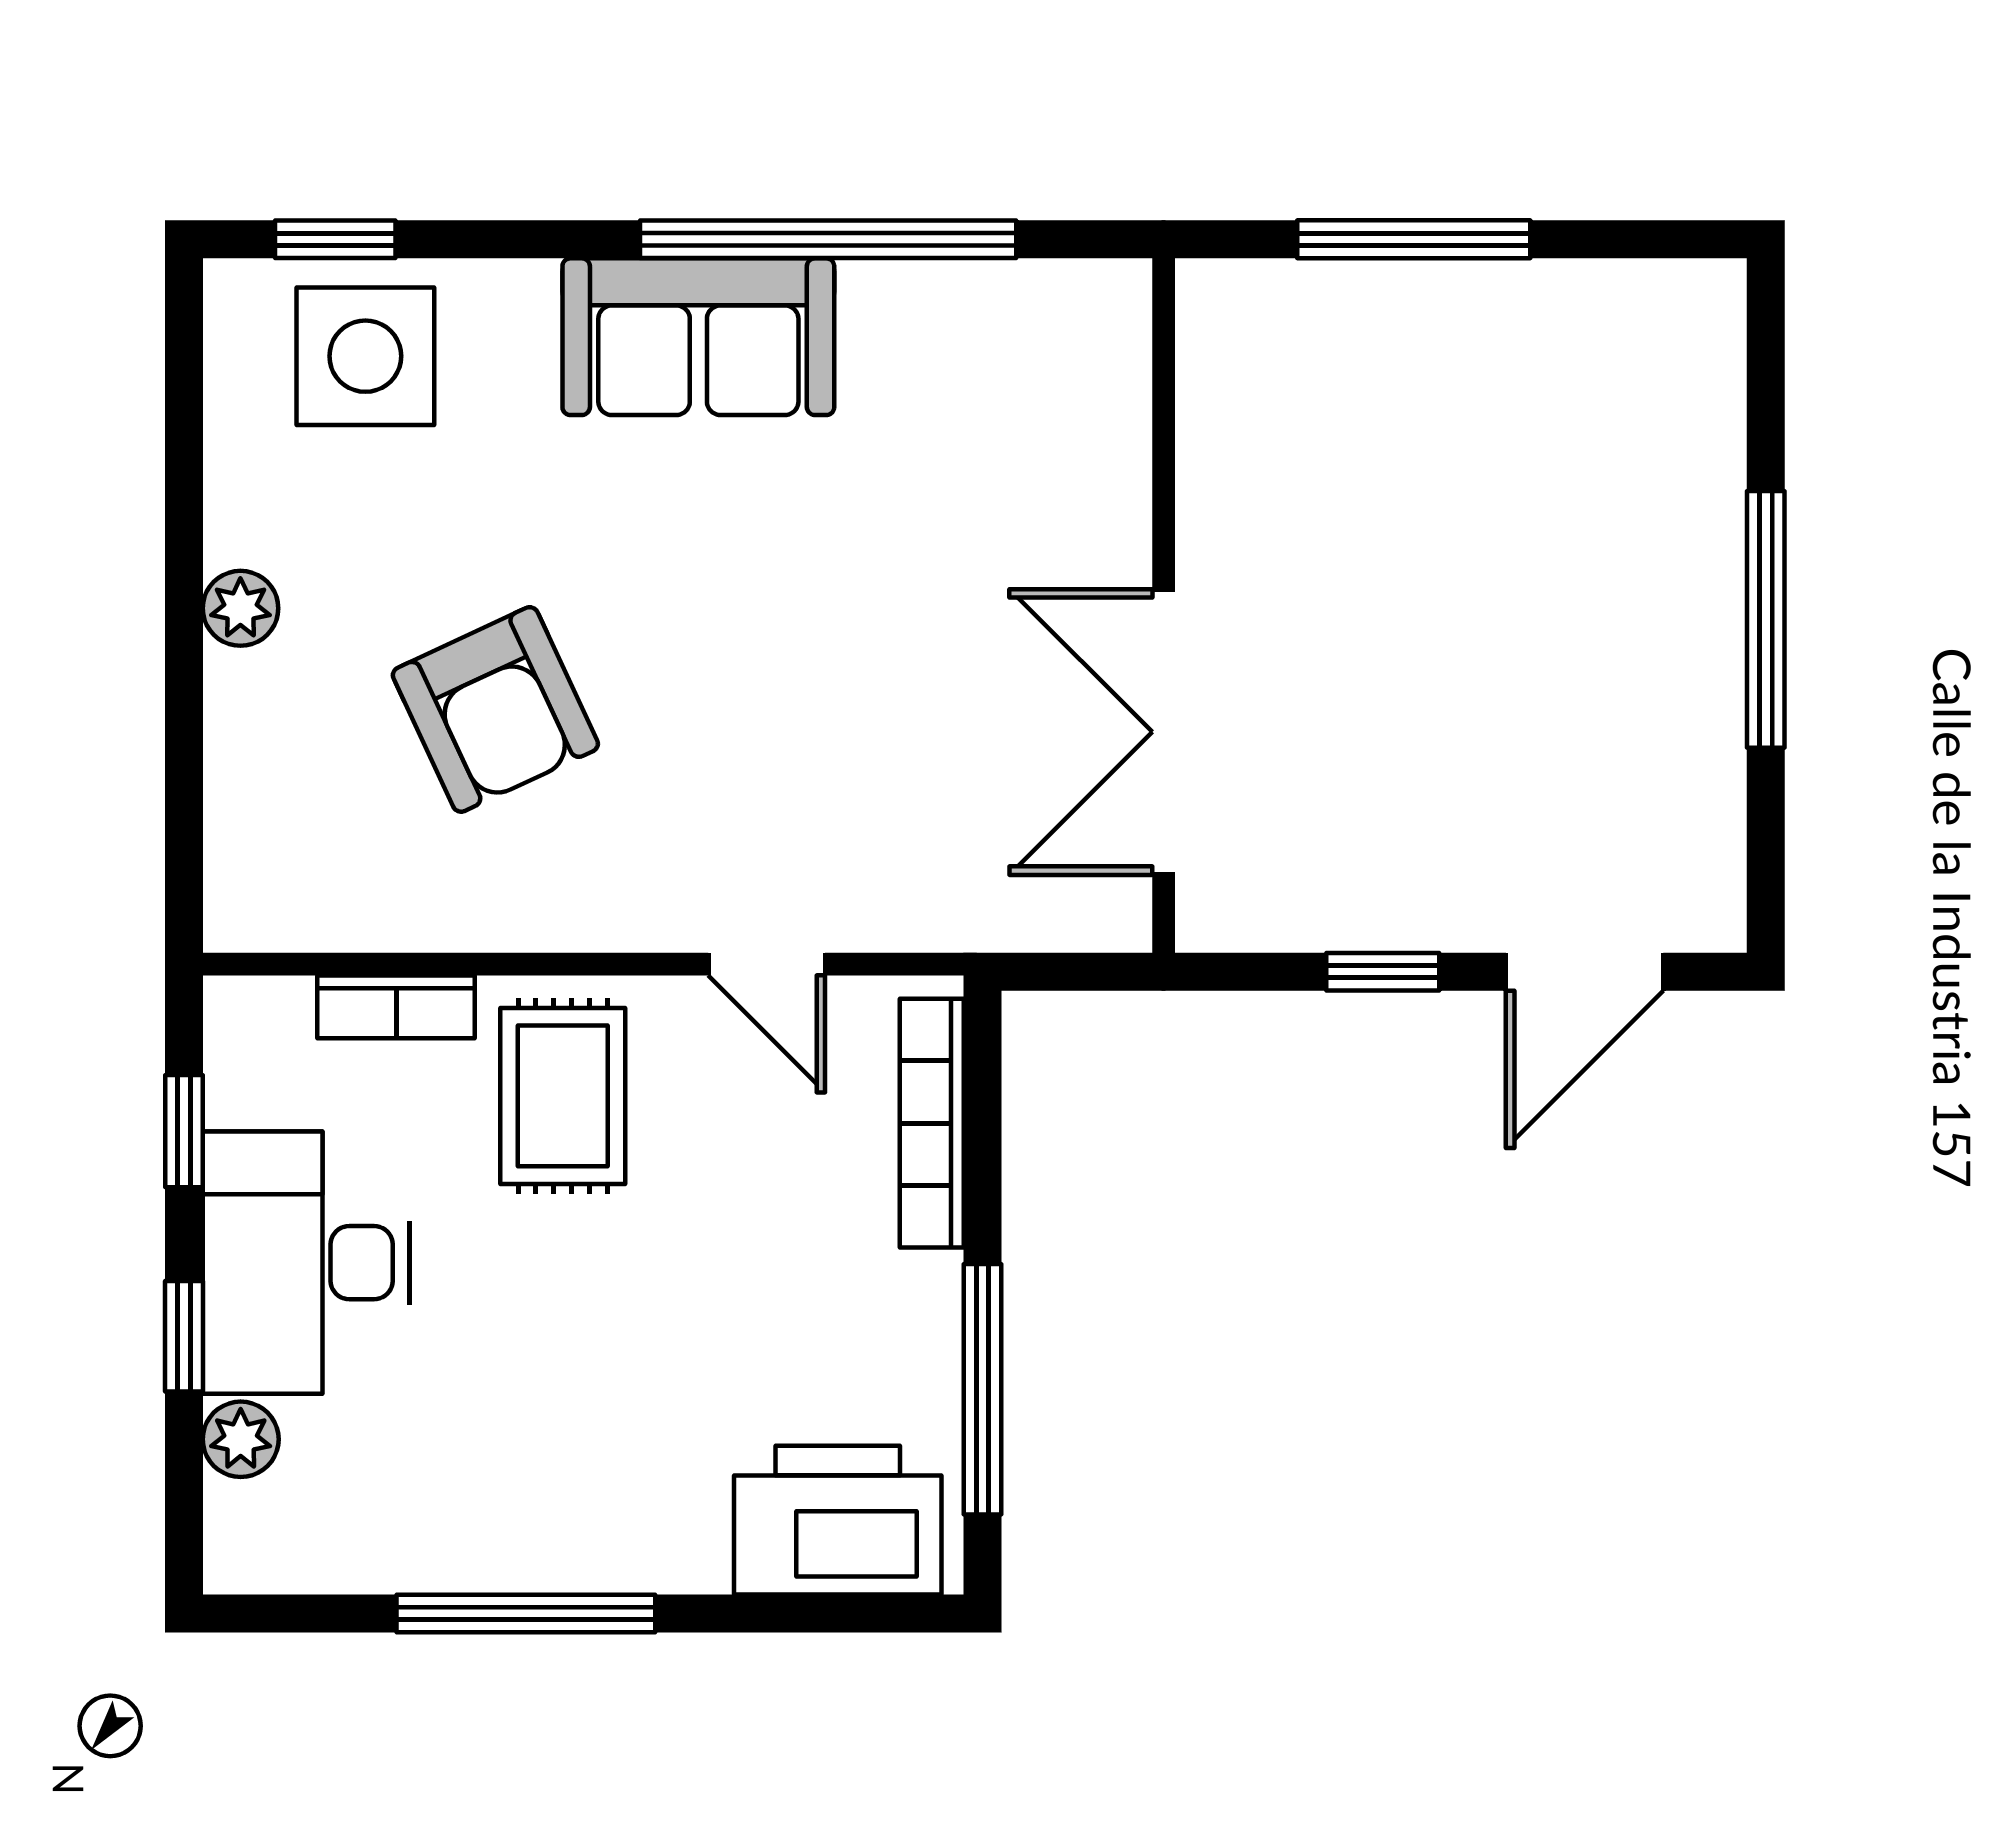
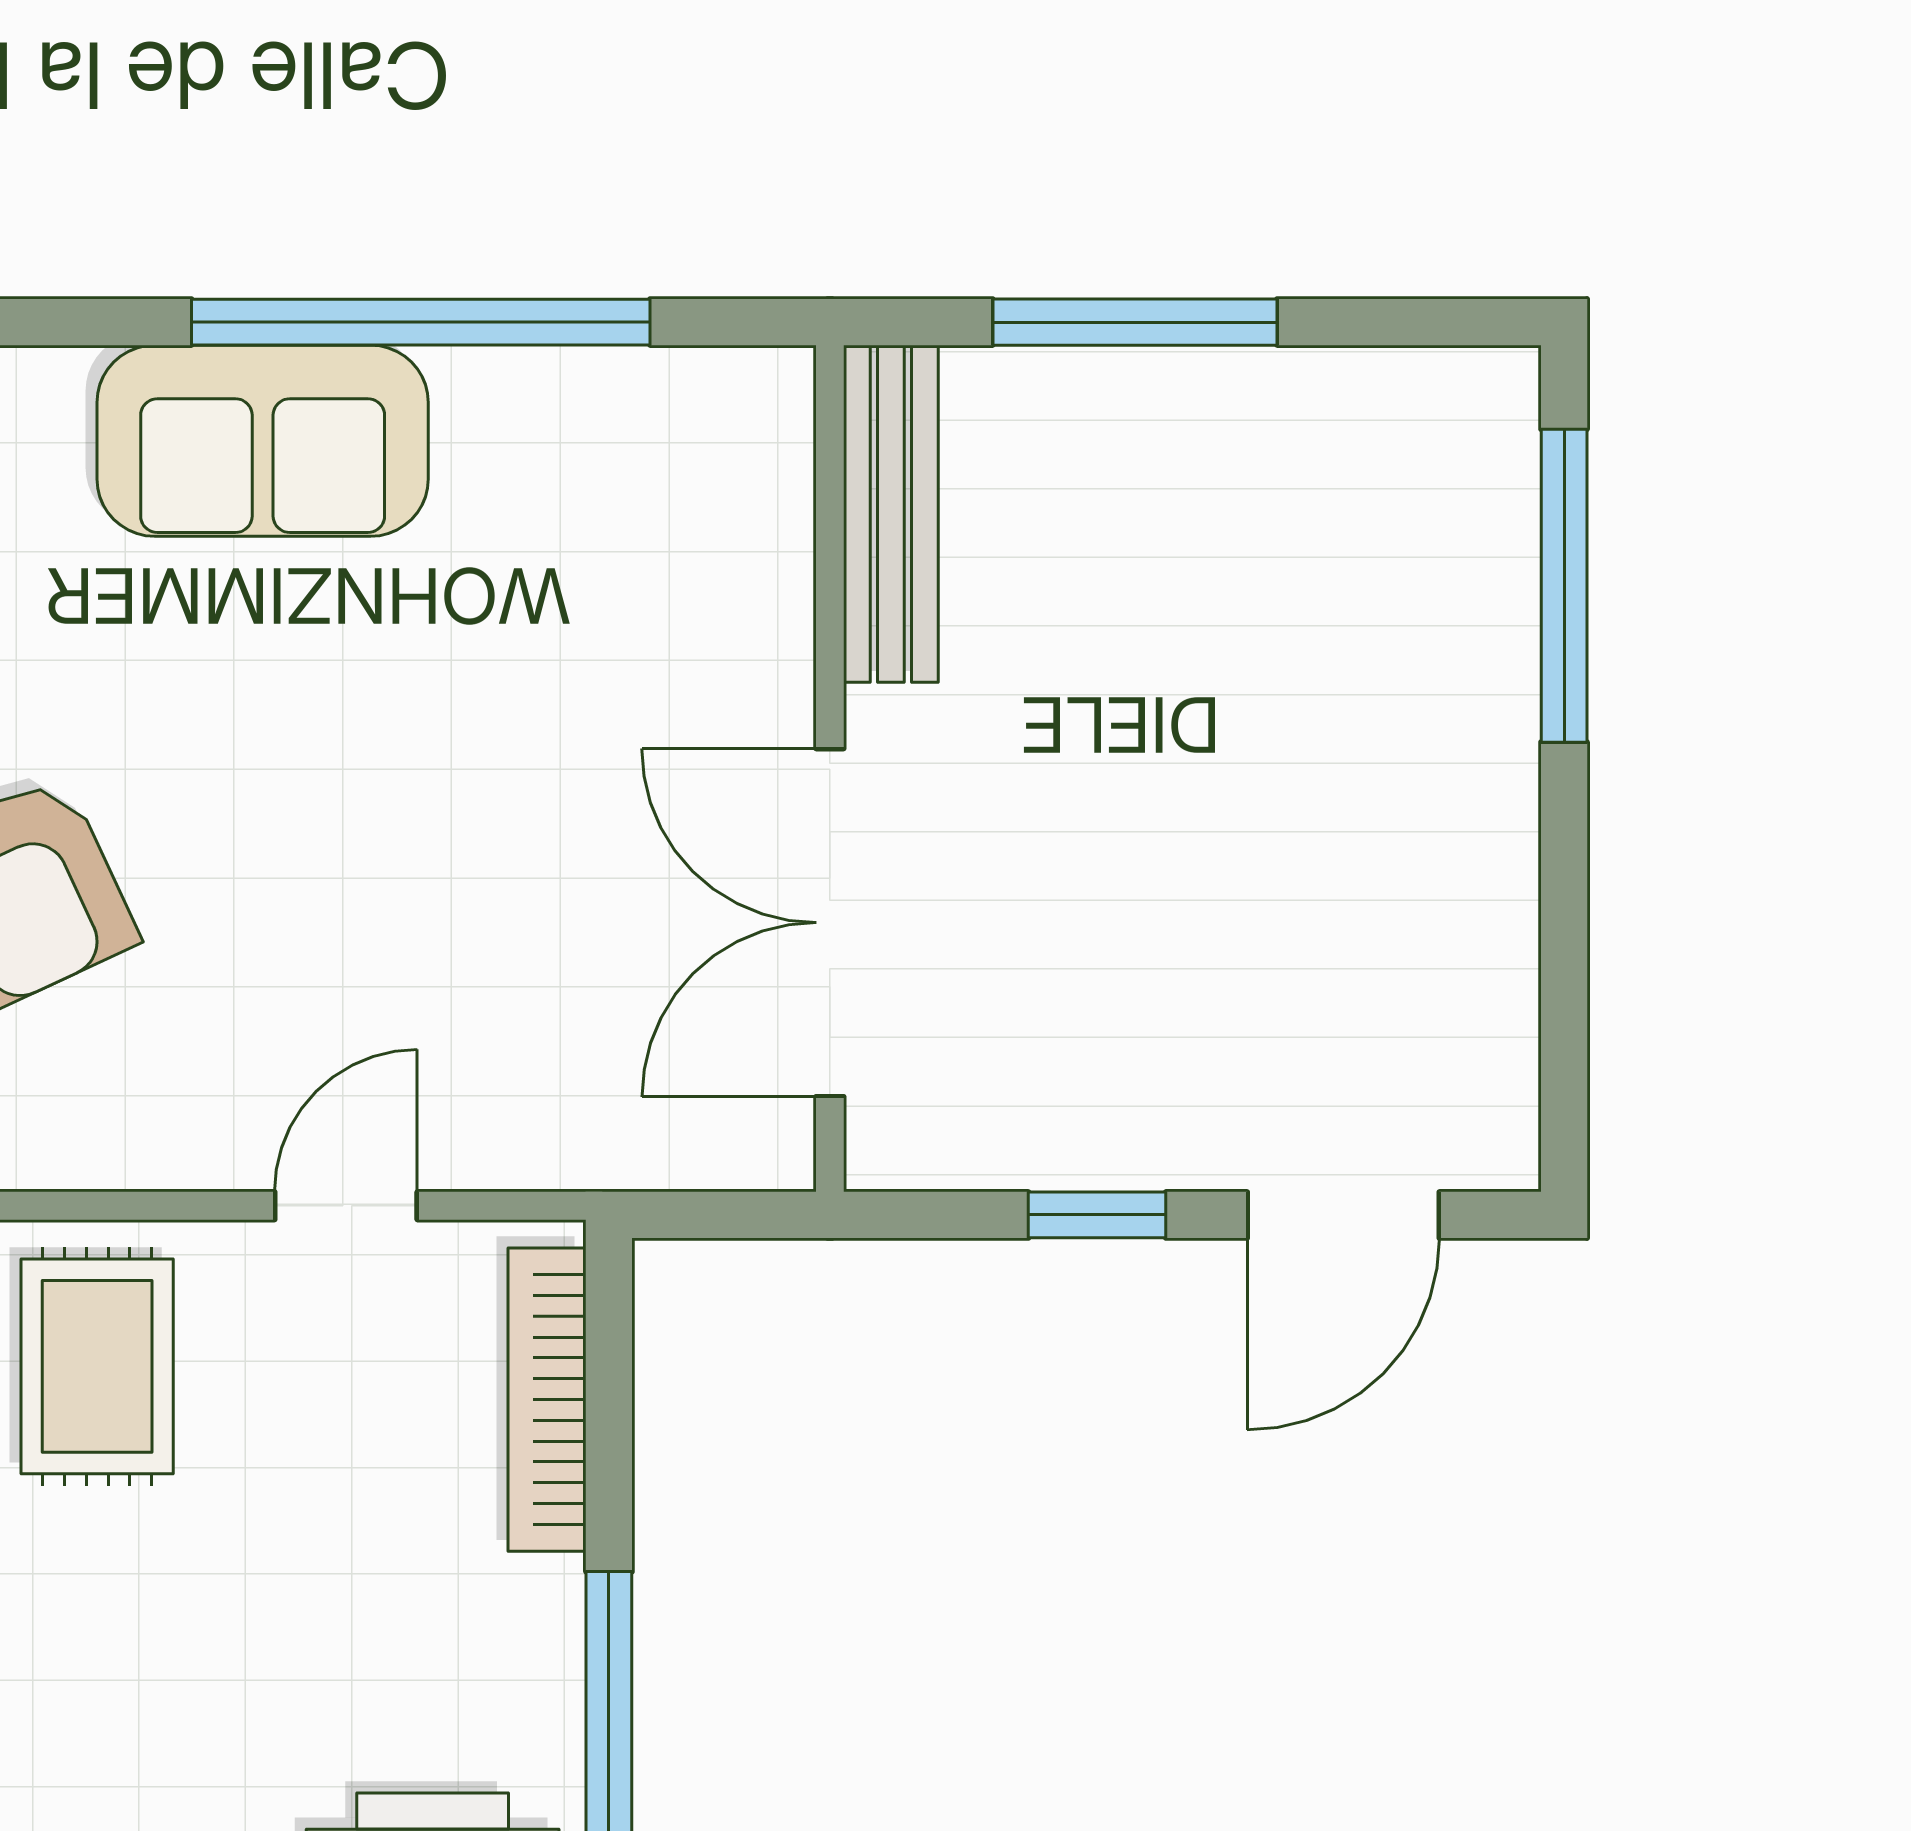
bench: (1214, 397) -> (891, 514), added
window: (1766, 619) -> (1564, 586), moved
door: (767, 964) -> (346, 1206), swing flipped

